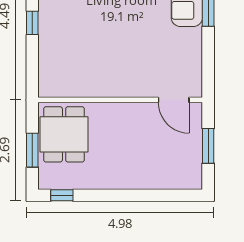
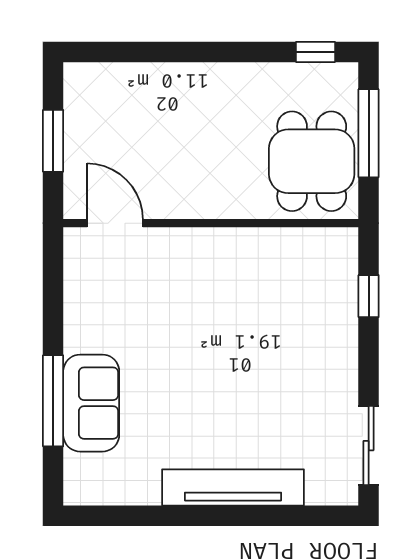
window: (32, 23) -> (369, 296), moved
window: (32, 150) -> (369, 133), width x1.44

